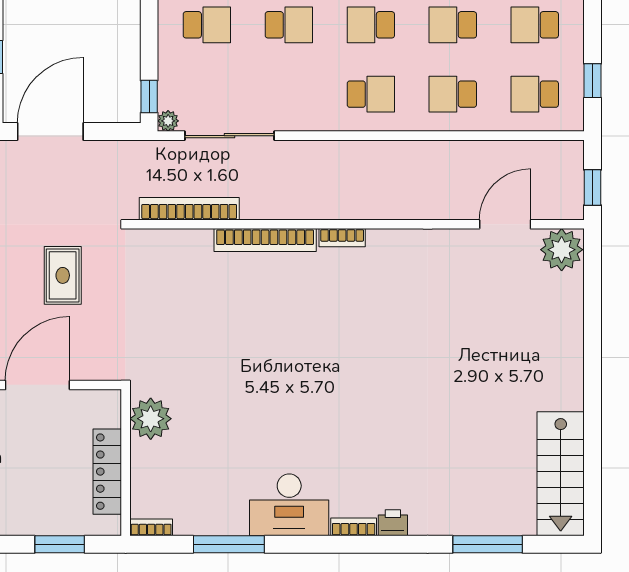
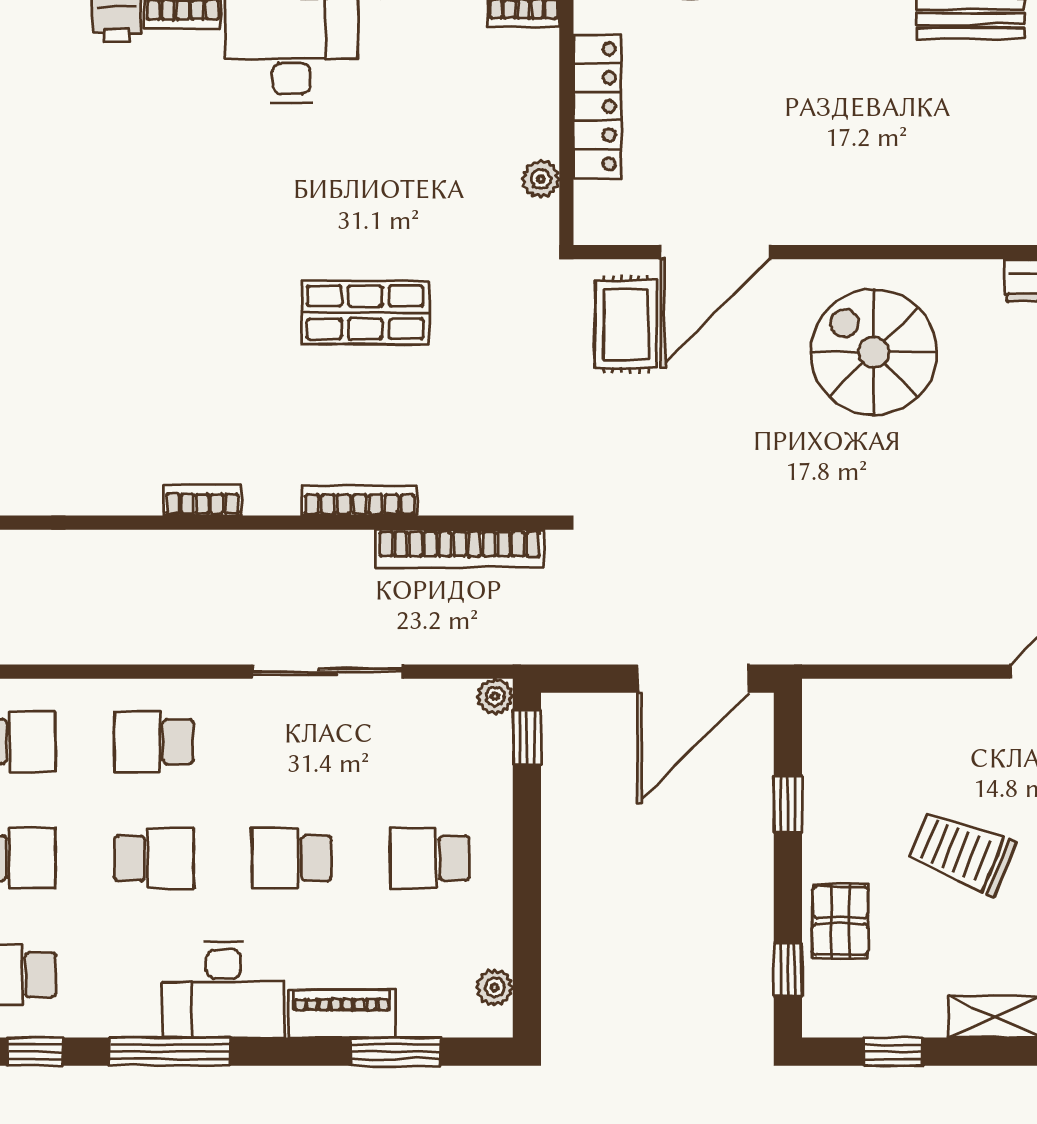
sliding door: (229, 136) -> (327, 672), moved
bookcase: (265, 240) -> (360, 501), width x0.68, depth x0.76
rug: (63, 275) -> (626, 324), moved
shop shelf: (245, 349) -> (365, 312), added
plant: (151, 419) -> (541, 179), width x0.53, depth x0.53

